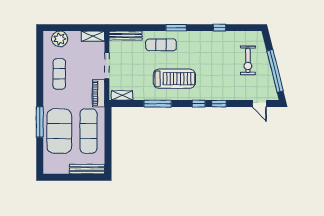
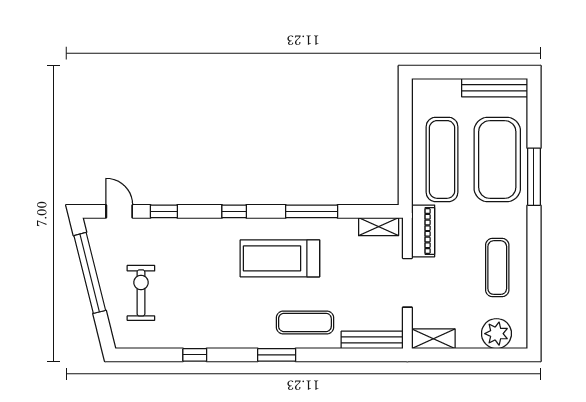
window: (219, 104) -> (164, 211), moved
bench: (87, 169) -> (495, 88), moved

